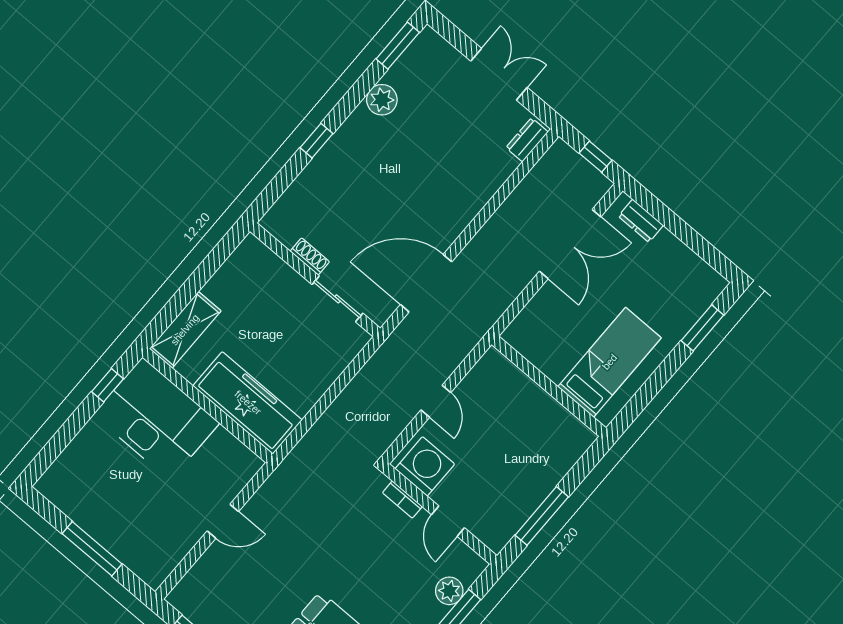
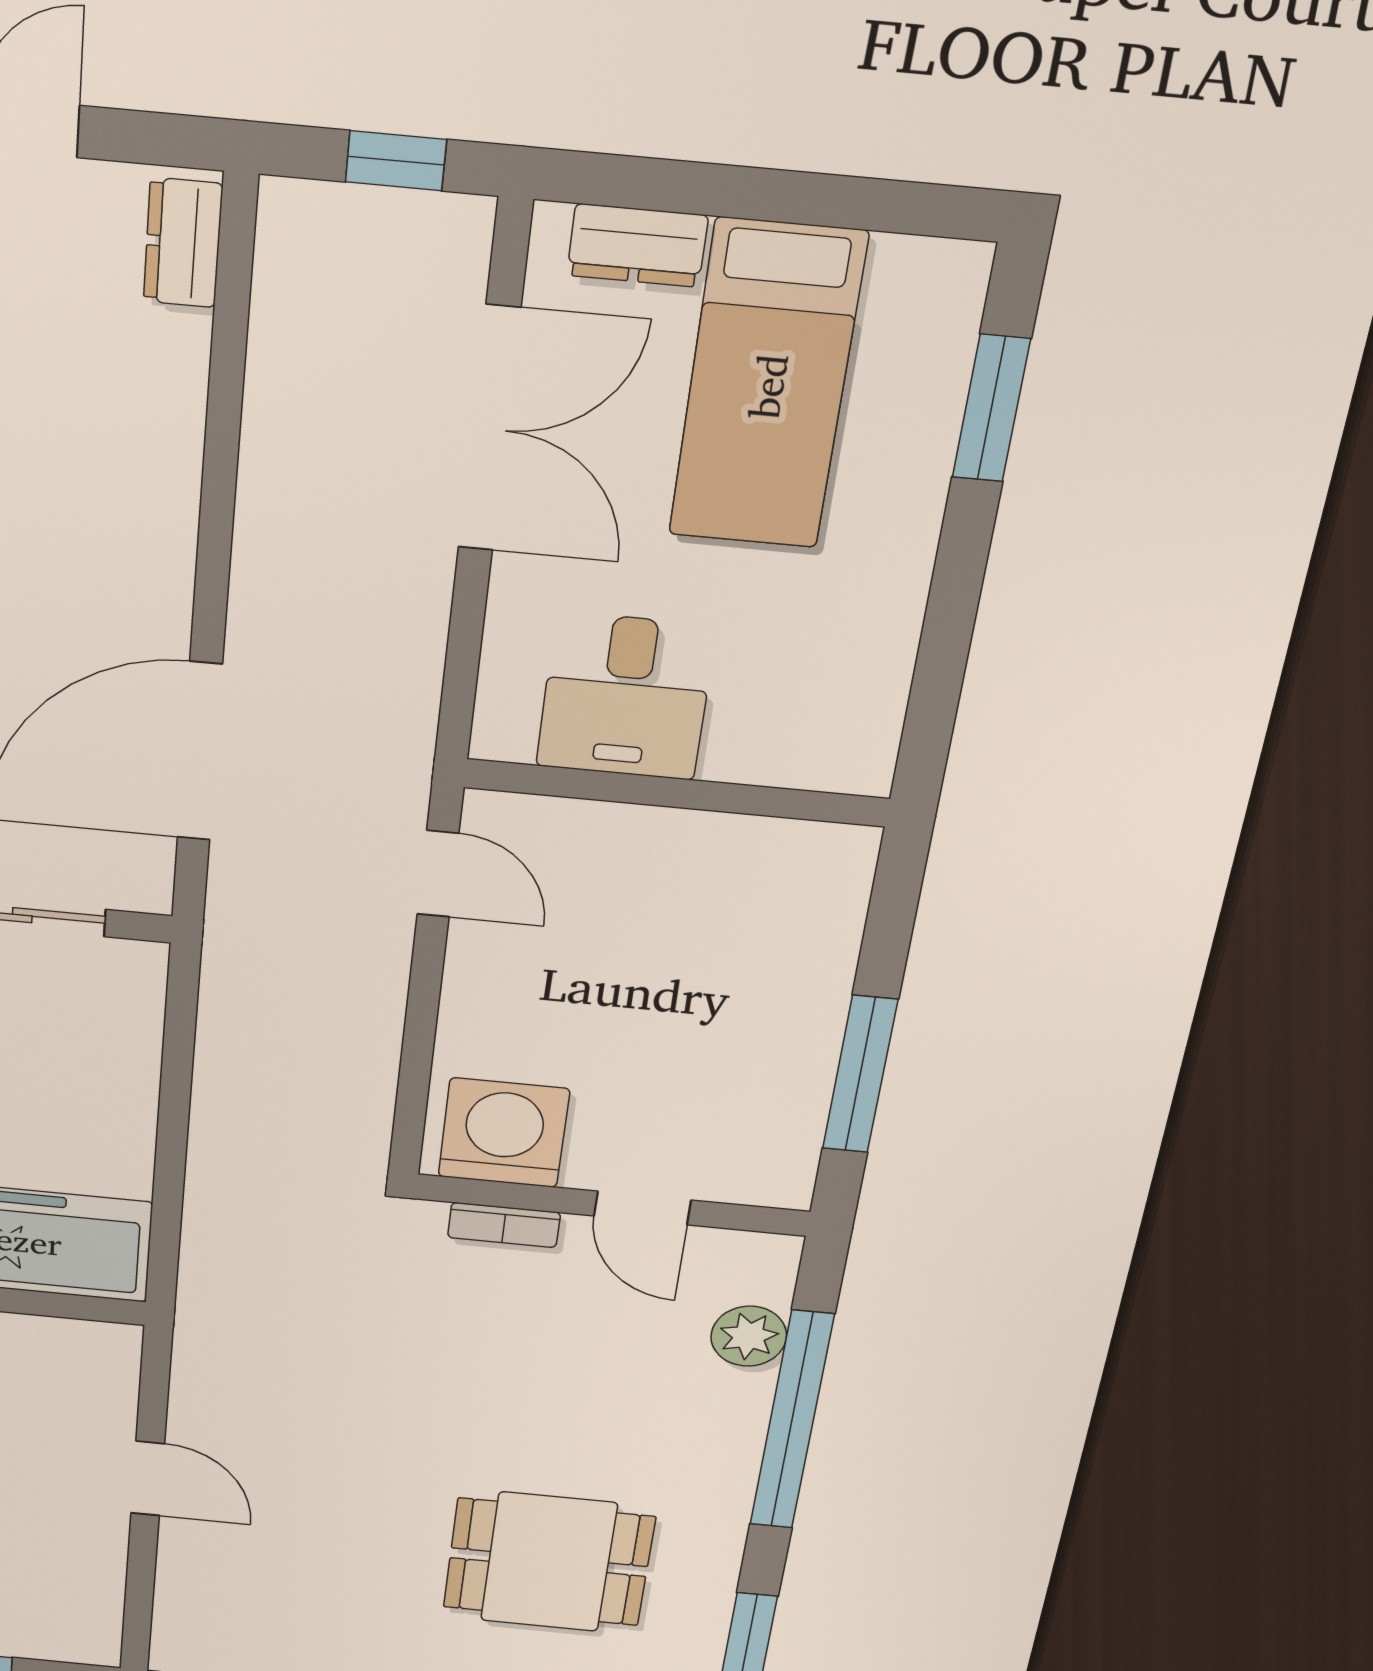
desk: (554, 347) -> (626, 696), added
bed: (610, 362) -> (767, 386), moved, turned 180
door: (436, 401) -> (438, 874), moved
door: (223, 521) -> (148, 1478), hinge flipped

